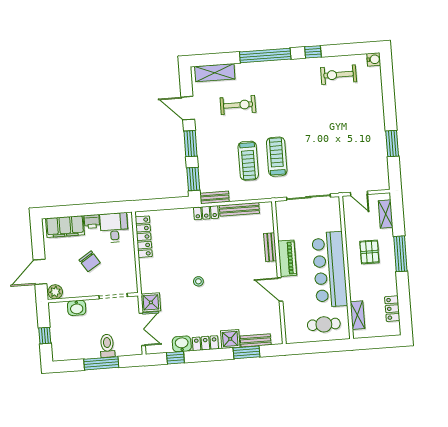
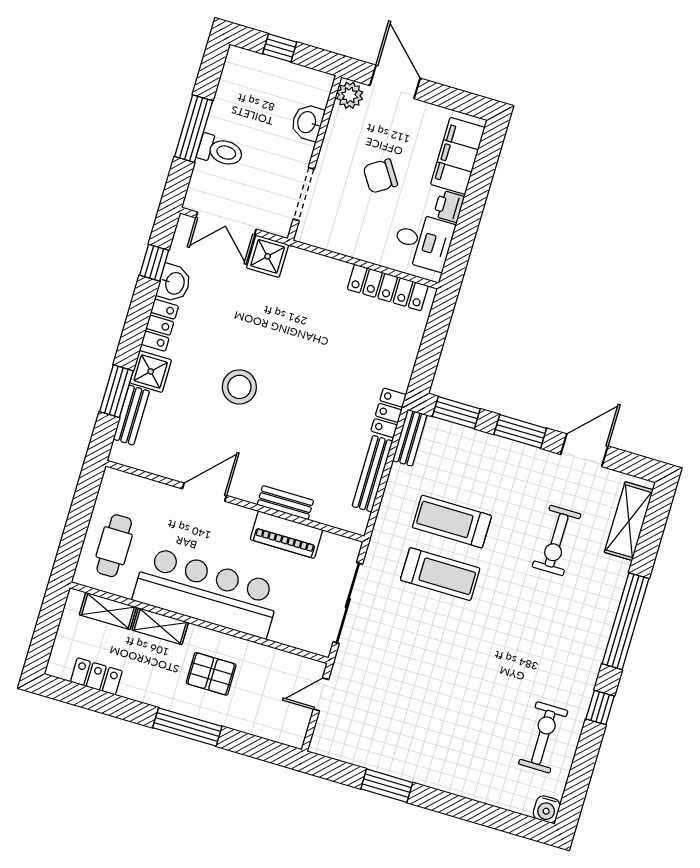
shelving: (386, 214) -> (160, 626), moved
piano: (287, 258) -> (286, 535), moved
stool: (198, 281) -> (239, 387), moved, width x1.89, depth x1.89

